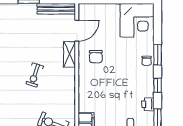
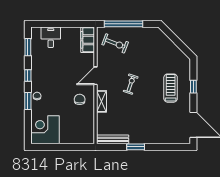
door: (77, 31) -> (95, 76), moved
printer: (148, 104) -> (36, 60), removed

